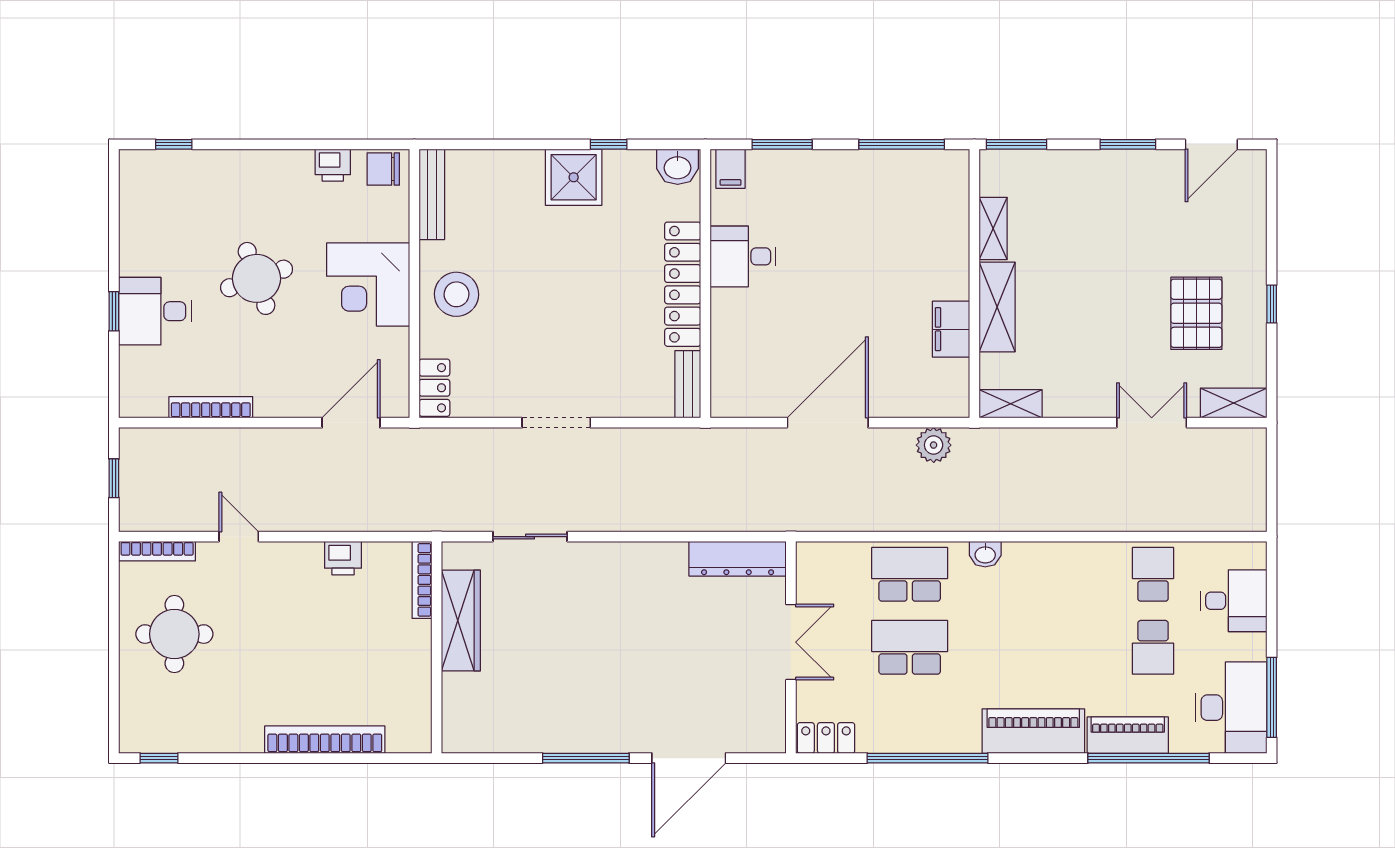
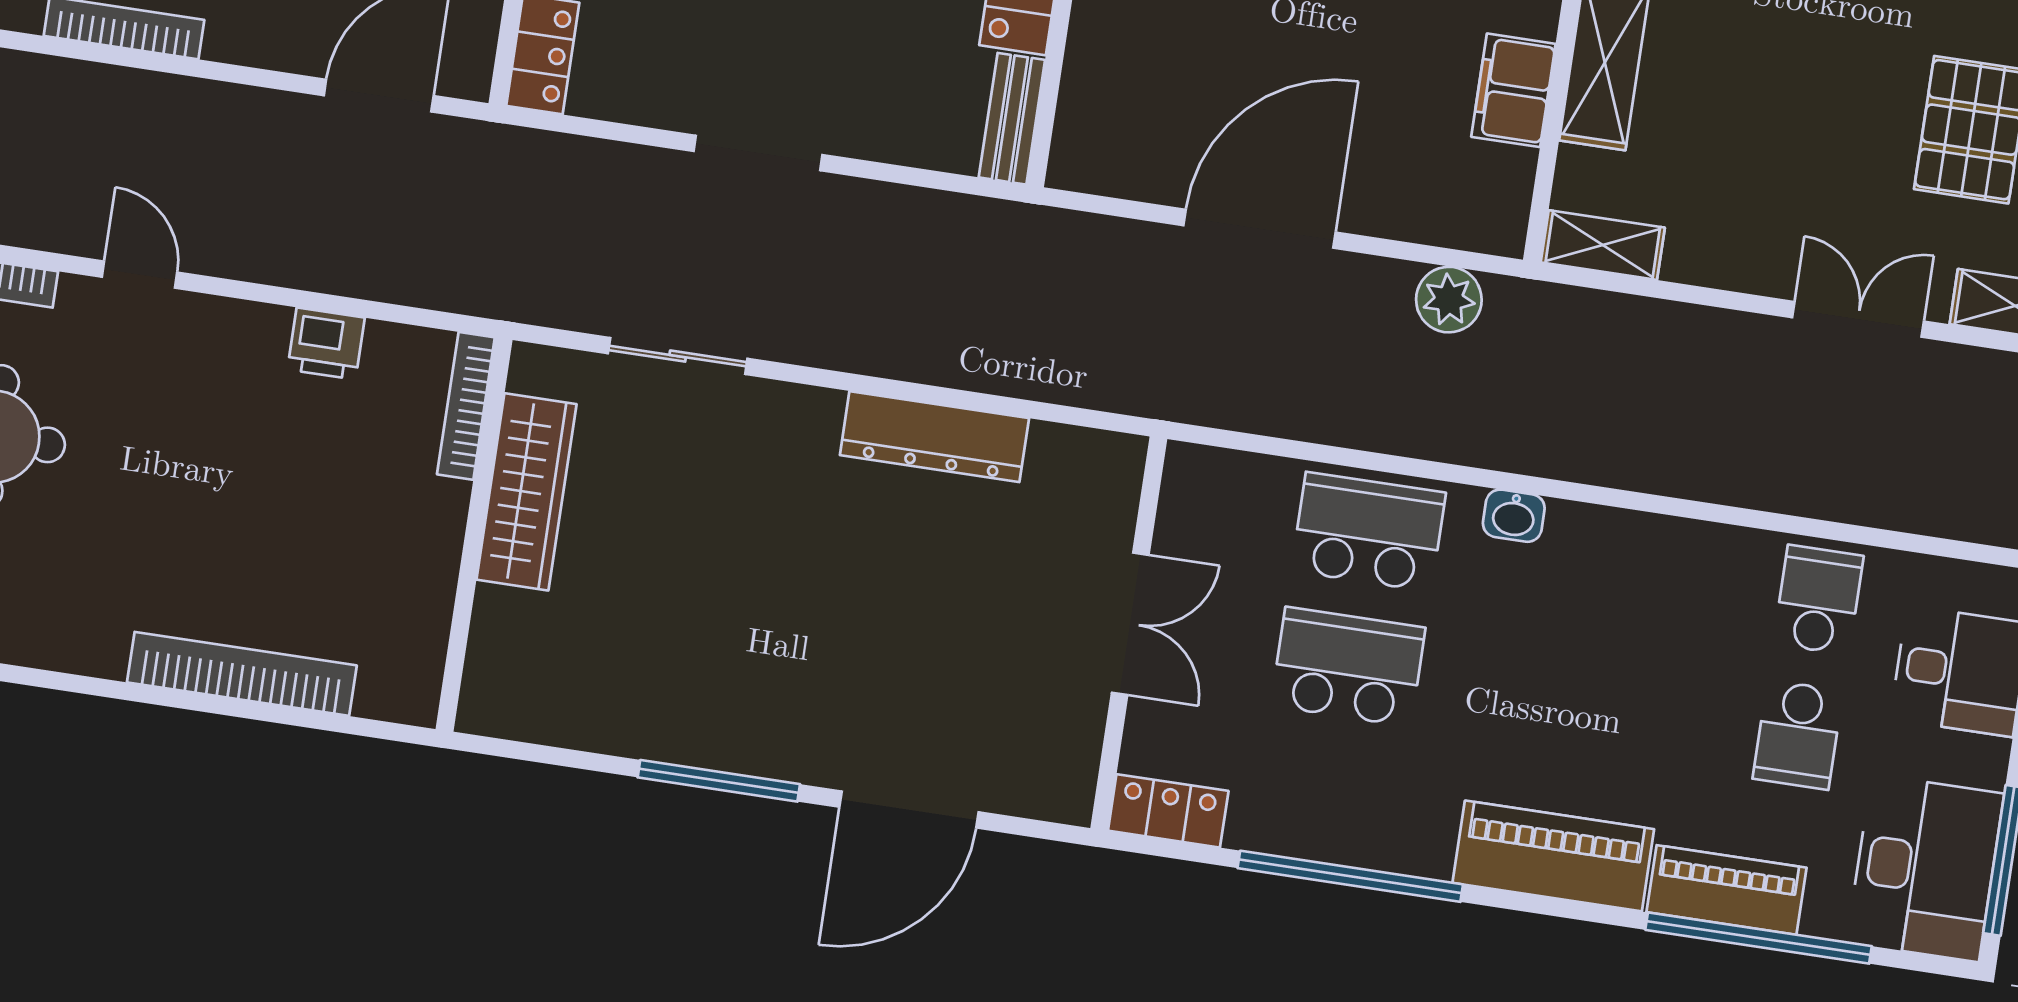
dresser: (738, 559) -> (934, 437), moved

